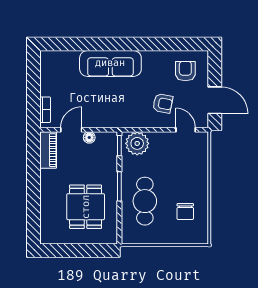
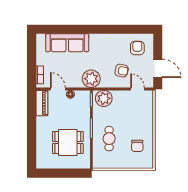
sofa: (110, 63) -> (67, 43), moved
plant: (119, 115) -> (91, 79), added
door: (71, 130) -> (58, 89), hinge flipped
cafe table: (145, 201) -> (109, 139), width x0.73, depth x0.74
dining table: (86, 207) -> (68, 143), turned 90

